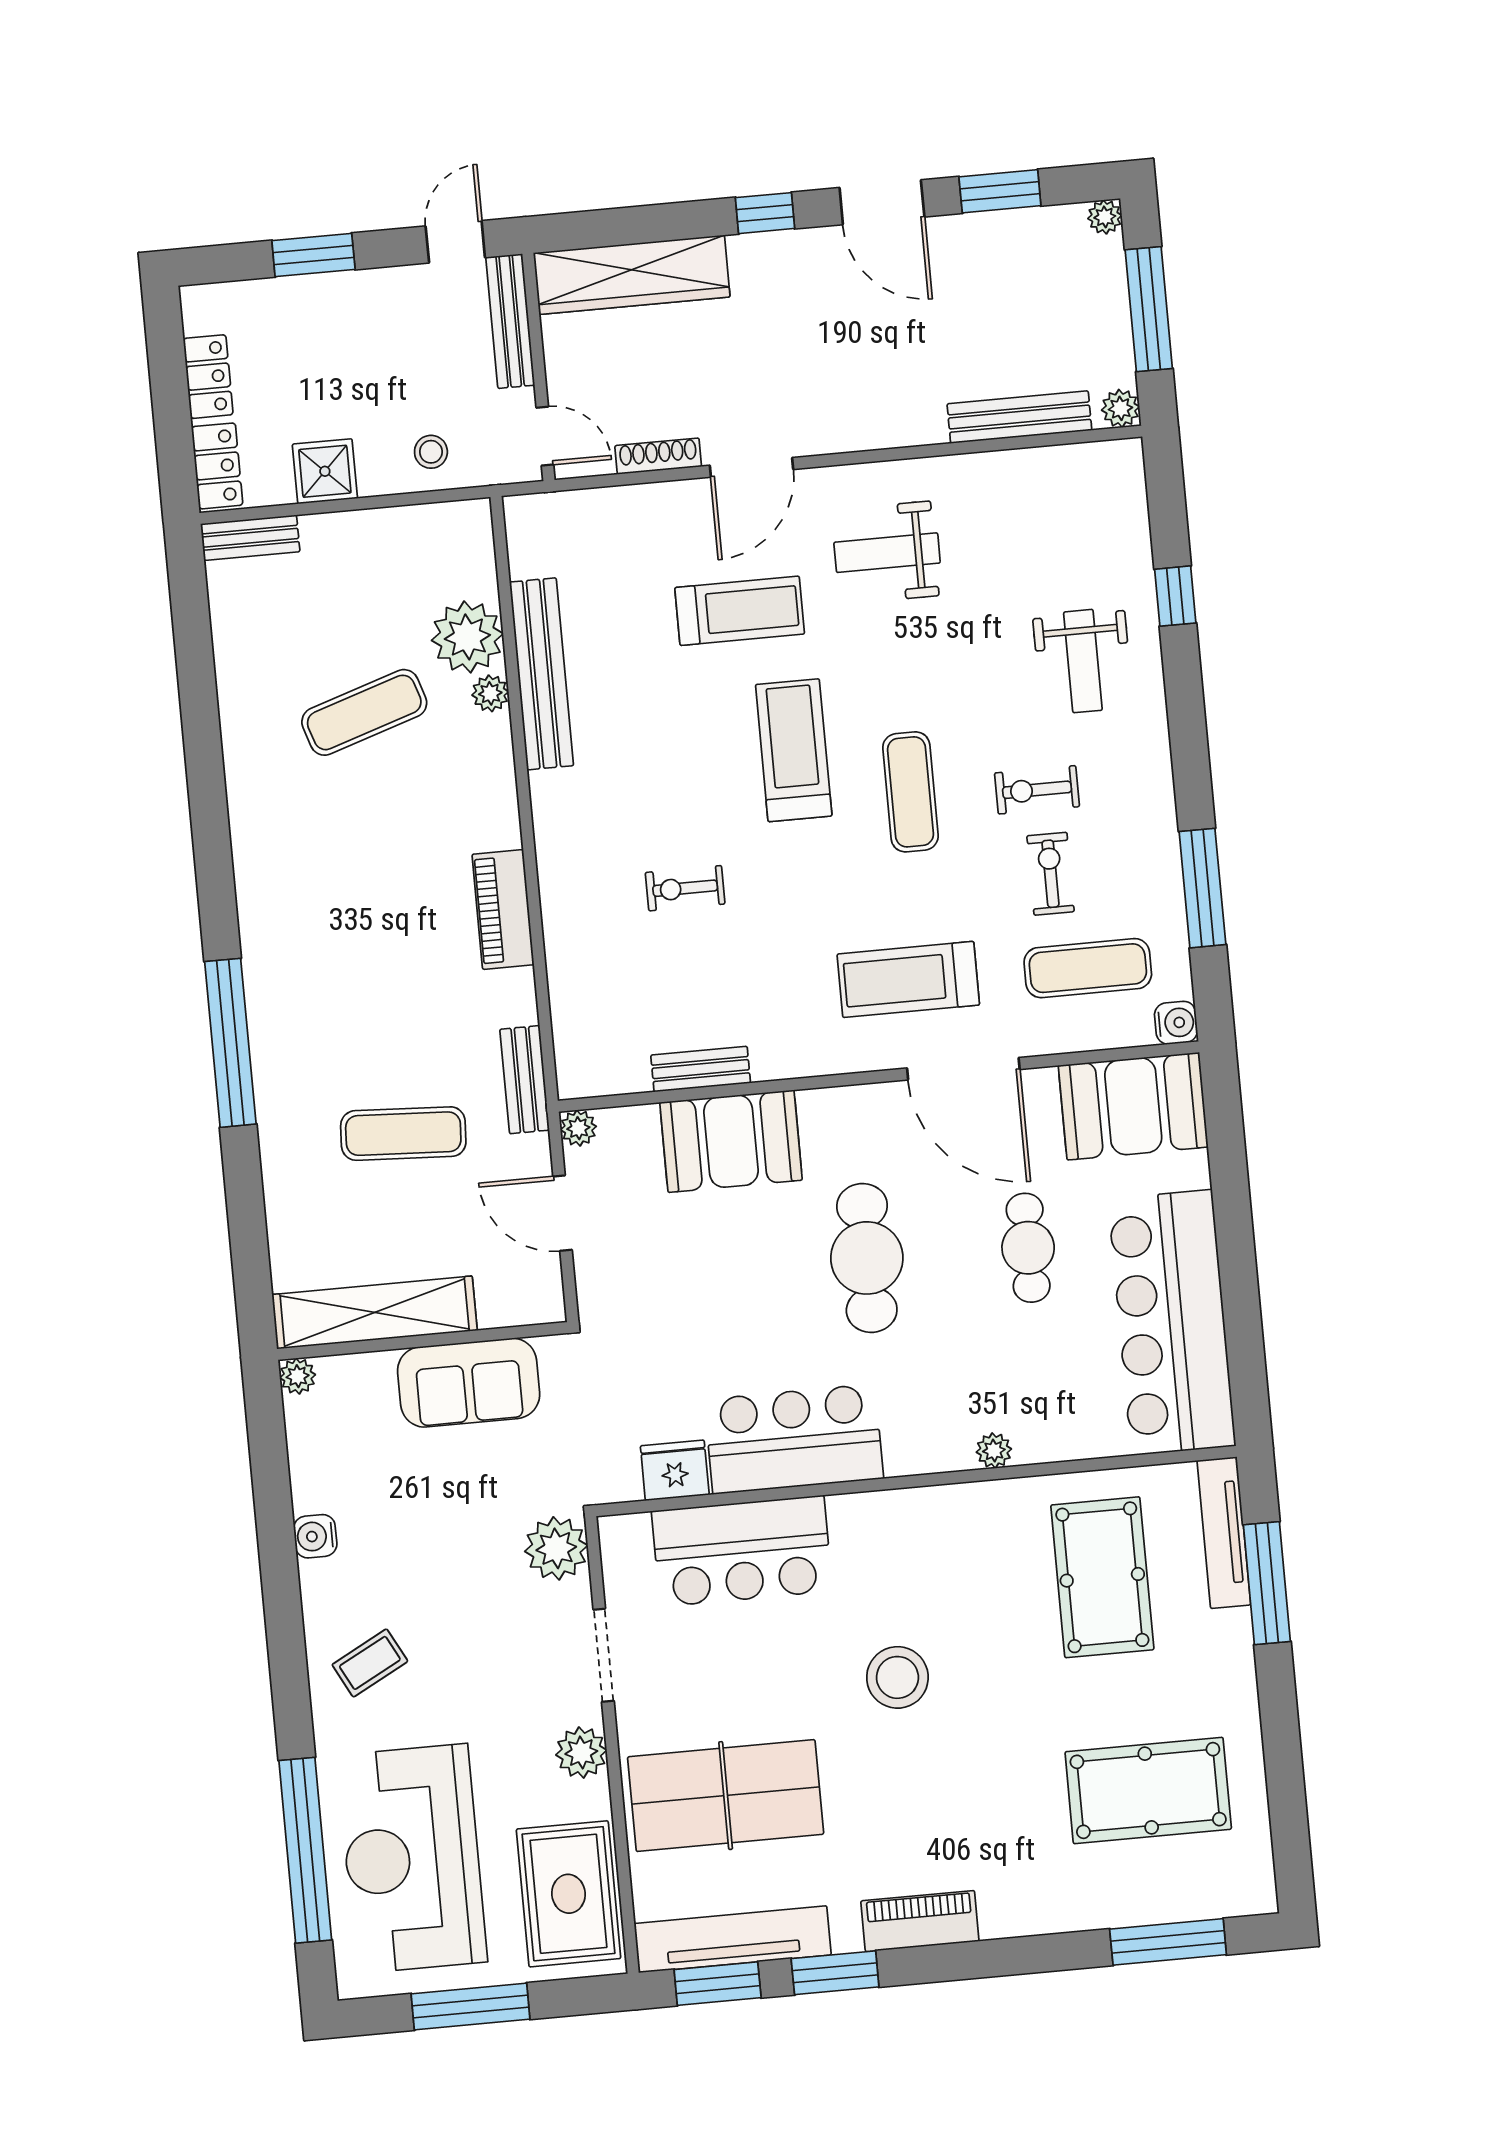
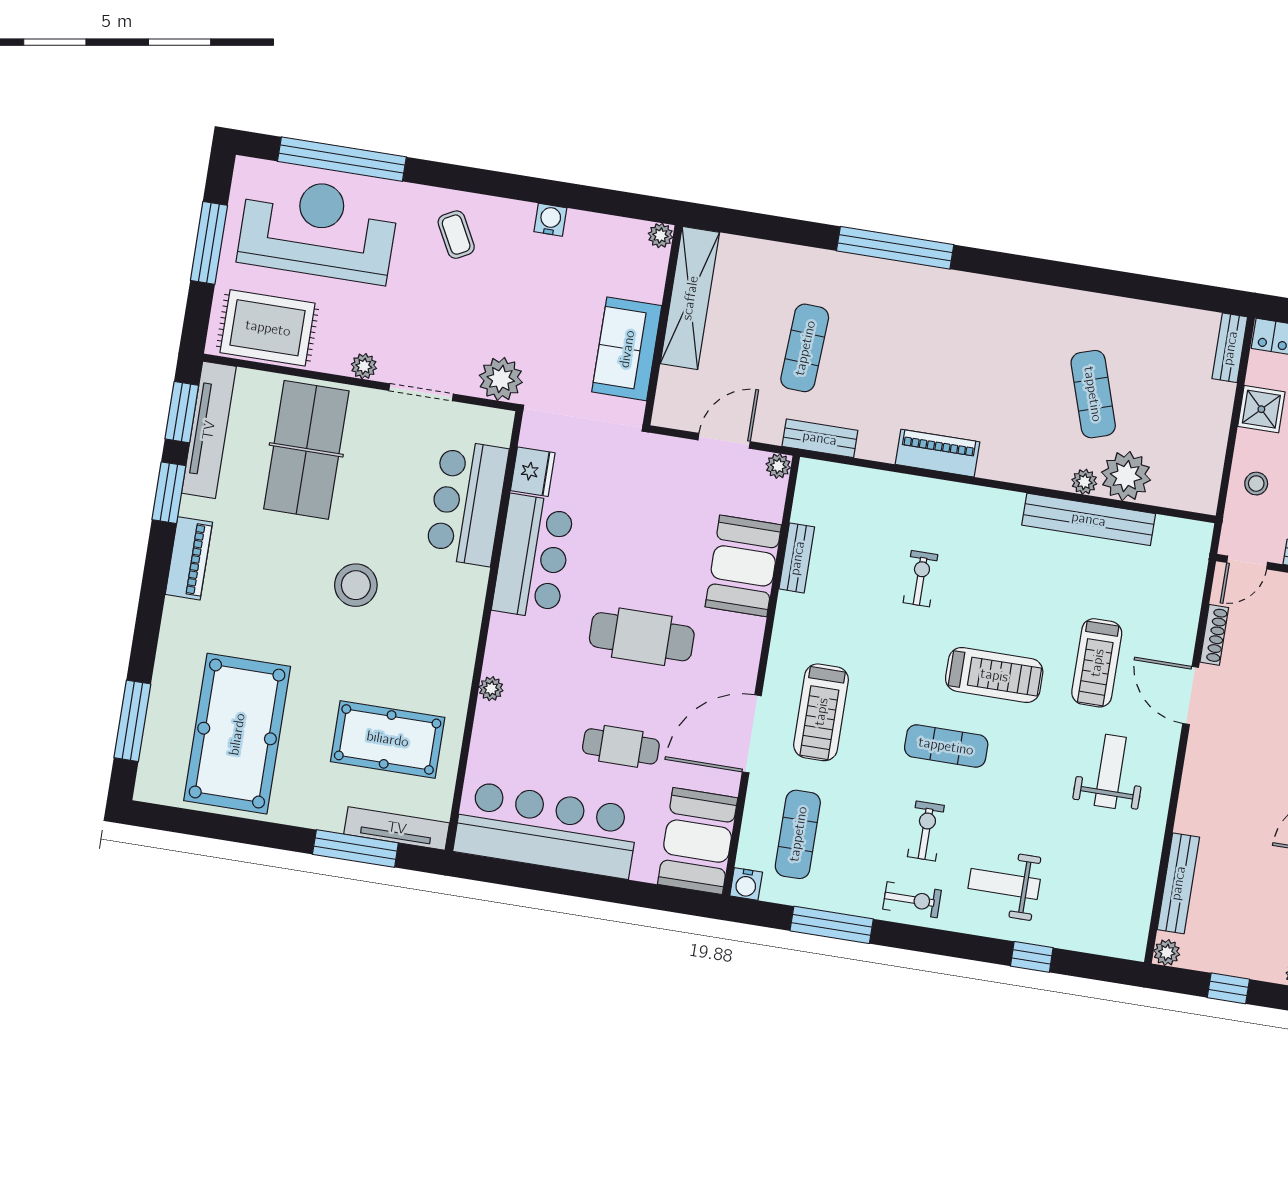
window: (1149, 309) -> (1228, 988), width x0.46
exercise bike: (1051, 874) -> (912, 900), moved
treadmill: (908, 979) -> (821, 712), turned 180
plant: (581, 1753) -> (364, 366), width x0.73, depth x0.73
pool table: (1148, 1790) -> (237, 734), width x1.36, depth x1.32

